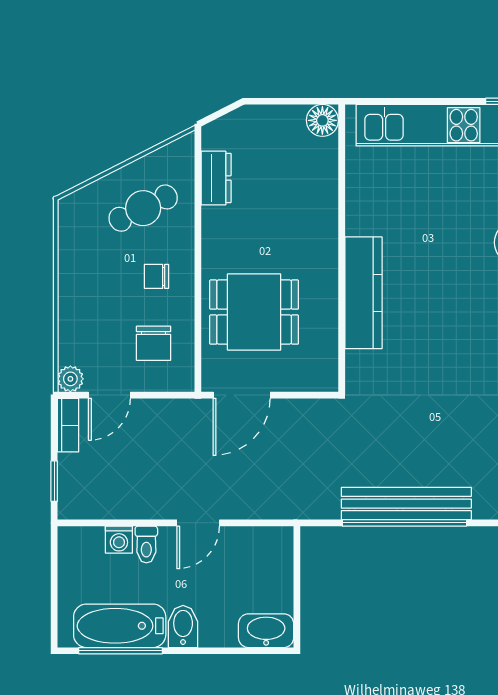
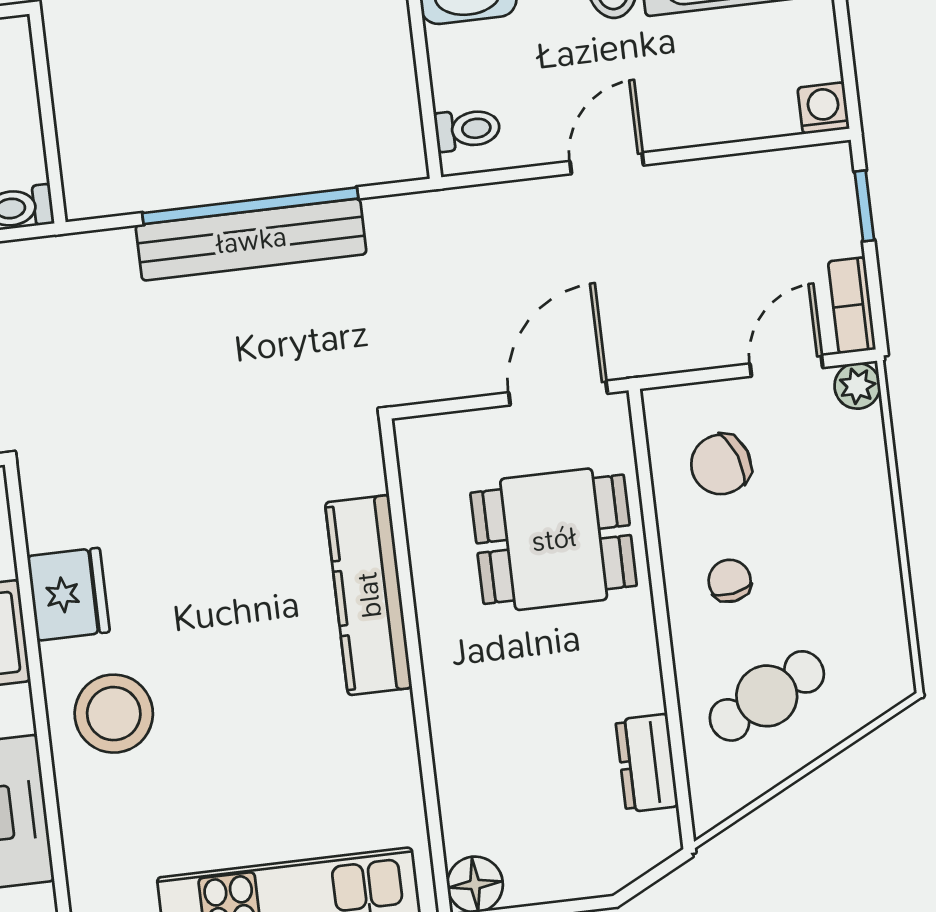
chair: (156, 276) -> (730, 581), turned -99
chair: (154, 343) -> (721, 464), turned -110
washing machine: (119, 540) -> (823, 108), moved
toilet: (146, 544) -> (467, 129), moved, turned 90

